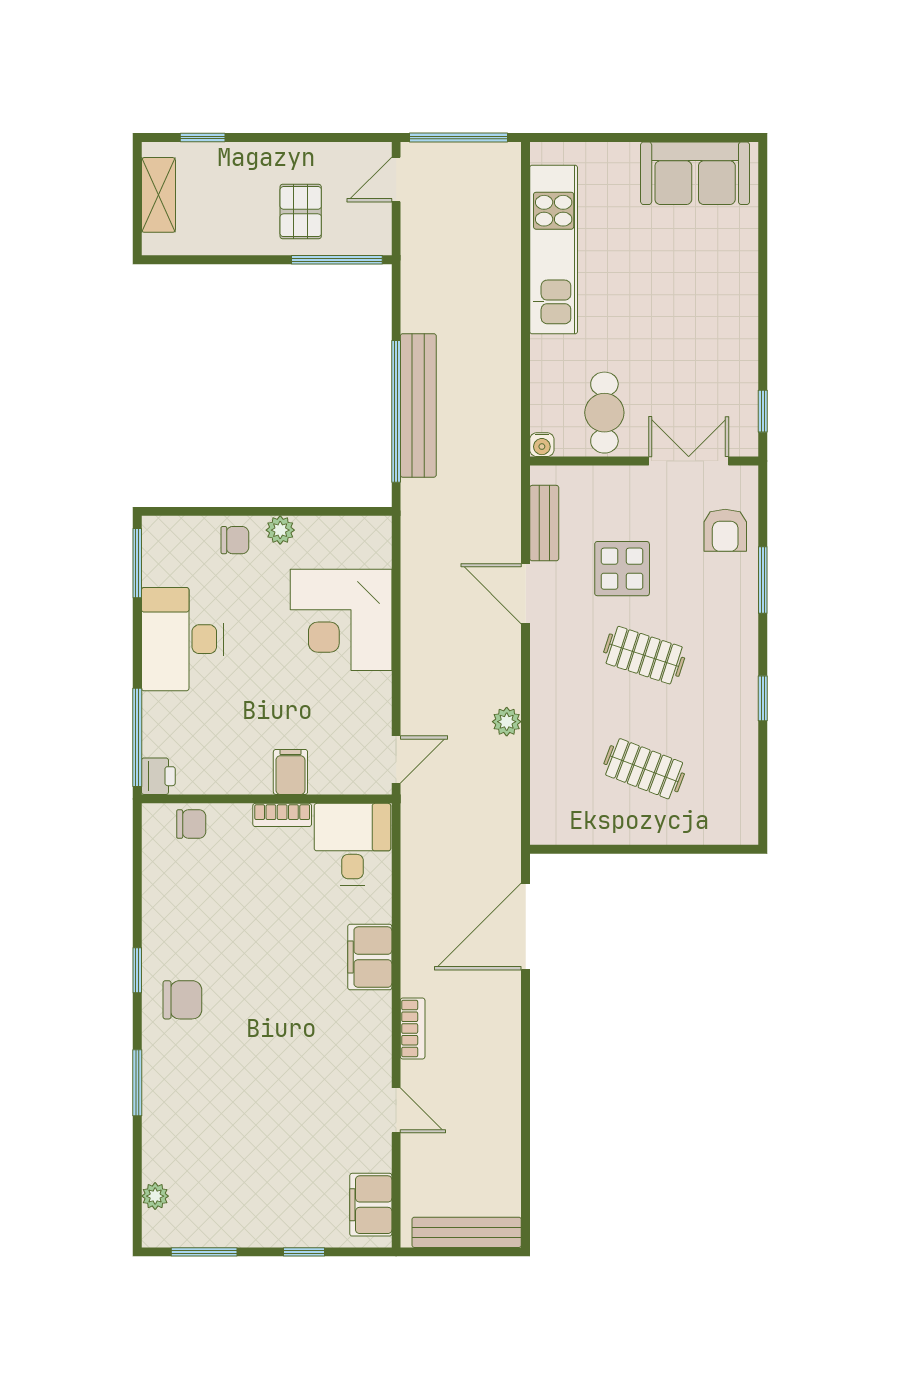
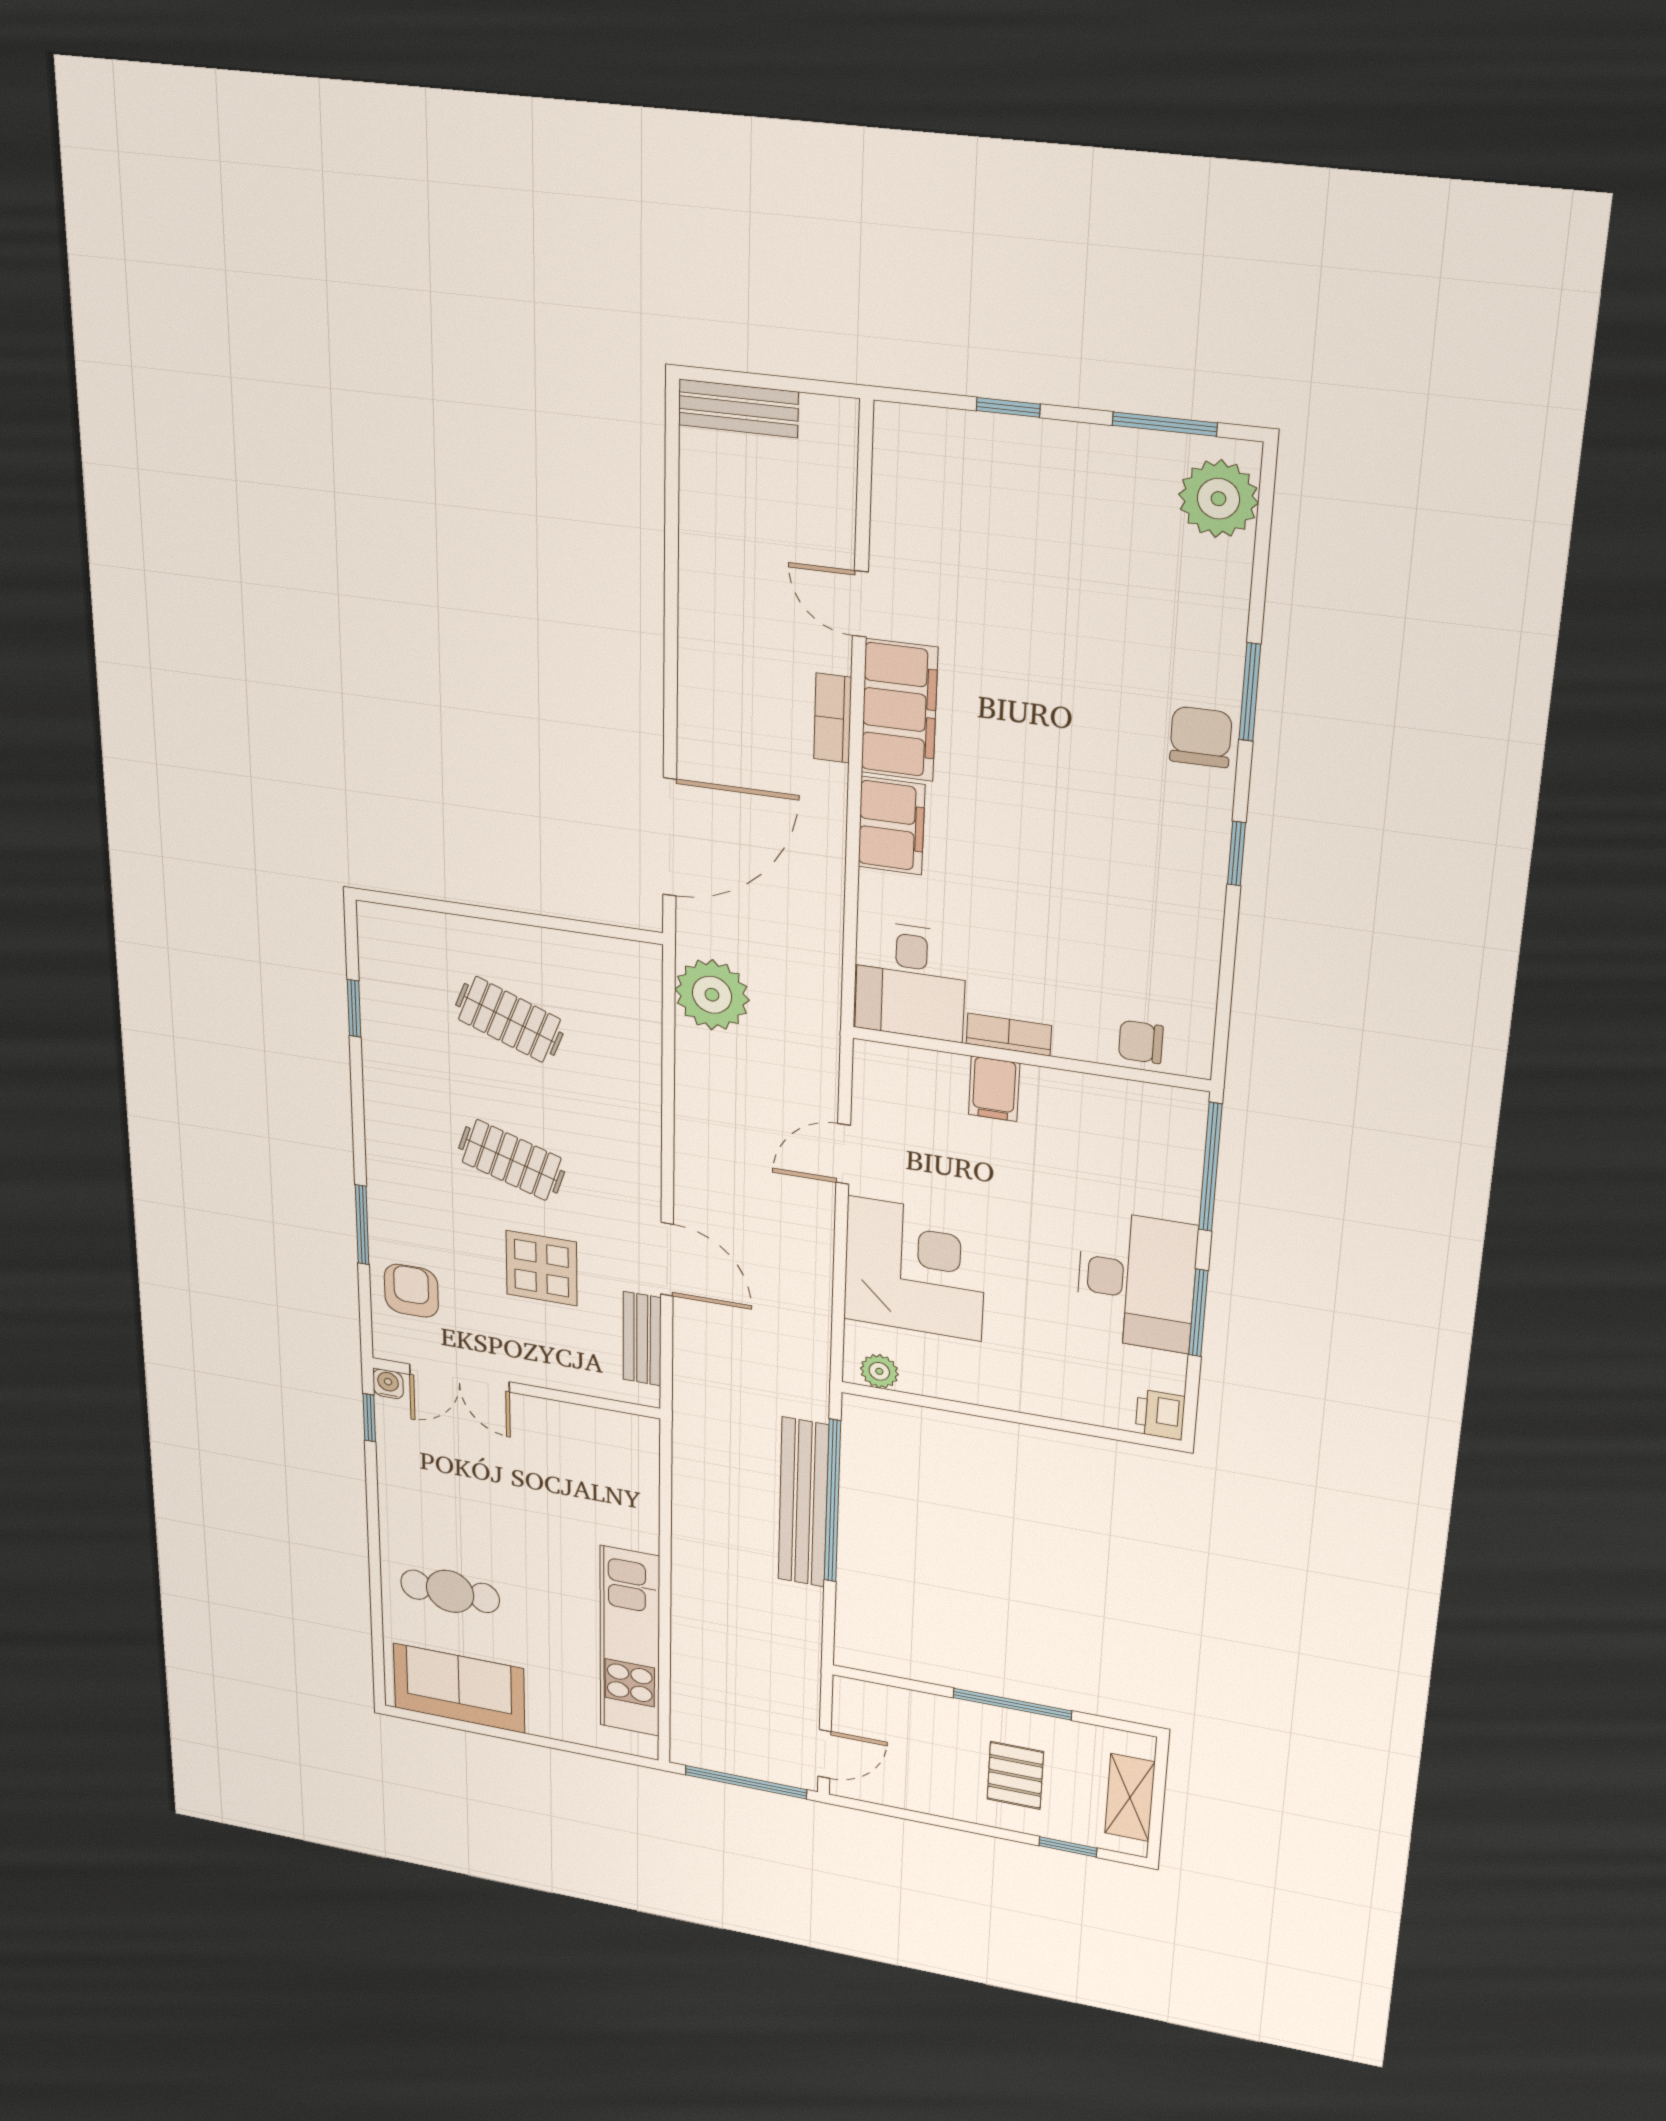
pallet: (301, 212) -> (1015, 1775), moved
window: (337, 260) -> (1012, 1704), moved
cafe table: (604, 413) -> (450, 1591), moved, turned 90
water cooler: (542, 445) -> (388, 1384), moved
plant: (280, 530) -> (879, 1371), moved
chair: (235, 540) -> (1055, 1389), removed
window: (137, 563) -> (1198, 1313), moved
window: (763, 698) -> (354, 1008), moved
plant: (507, 722) -> (712, 995), moved, width x1.87, depth x1.87
door: (396, 760) -> (843, 1154), moved
printer: (158, 776) -> (1160, 1415), moved
chair: (182, 1000) -> (1201, 737), moved, turned 90
plant: (155, 1196) -> (1218, 499), width x1.88, depth x1.88
filing cabinet: (371, 1205) -> (899, 710), moved, width x1.50, depth x1.17
bench: (467, 1232) -> (738, 408), width x0.73

